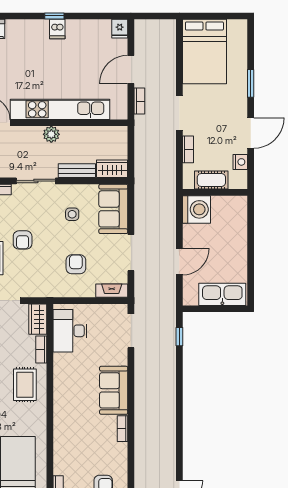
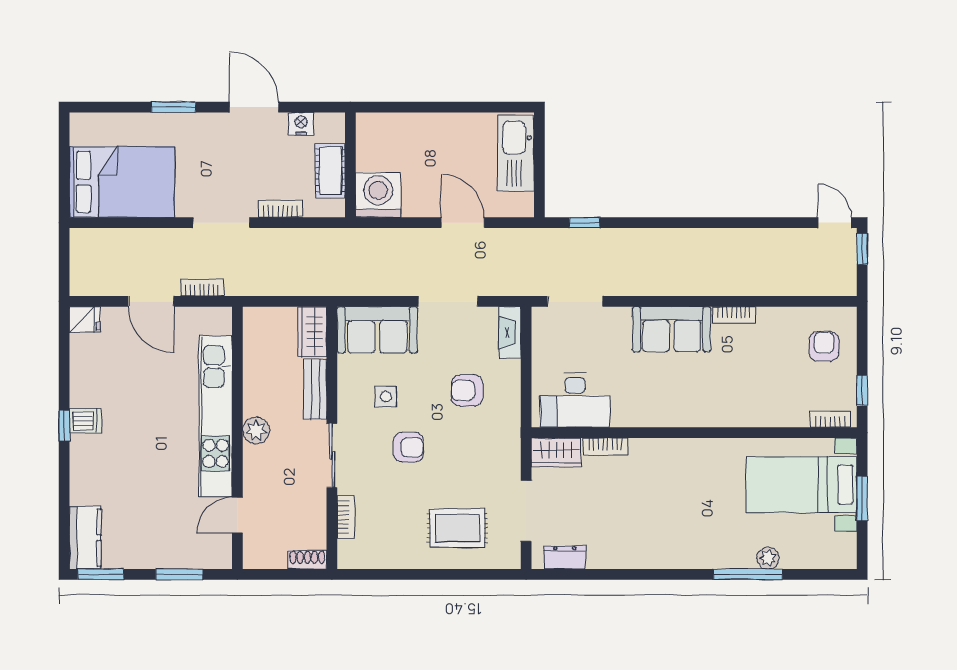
armchair: (23, 240) -> (408, 447), moved
rug: (25, 385) -> (663, 473), removed

